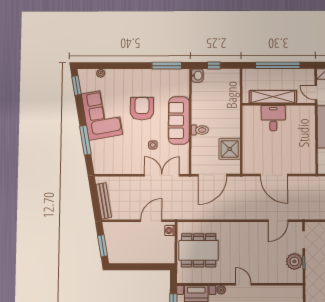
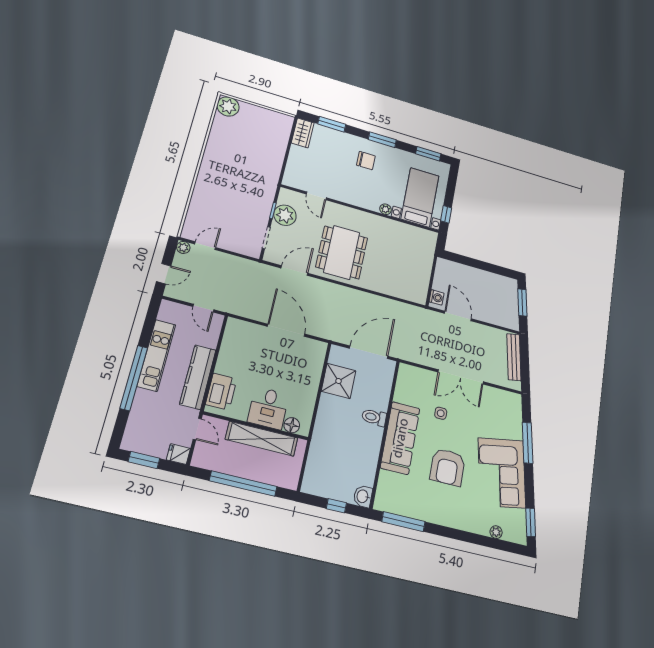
floor lamp: (255, 111) -> (292, 425), added
printer: (307, 121) -> (221, 392), added
double door: (162, 175) -> (461, 377), moved
door: (151, 221) -> (458, 316), swing flipped
dining table: (199, 250) -> (342, 252), moved, turned 90
door: (243, 284) -> (316, 196), moved

